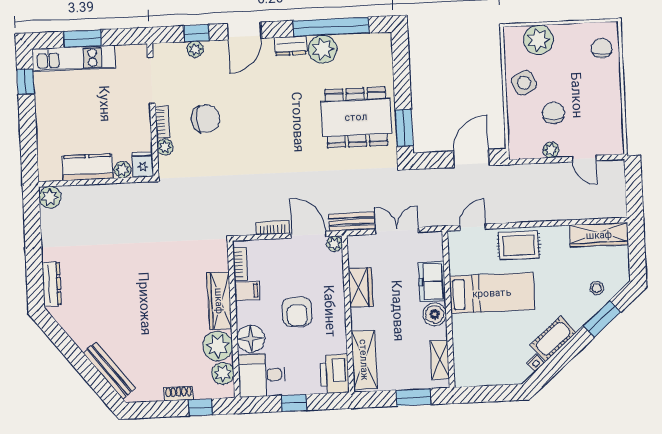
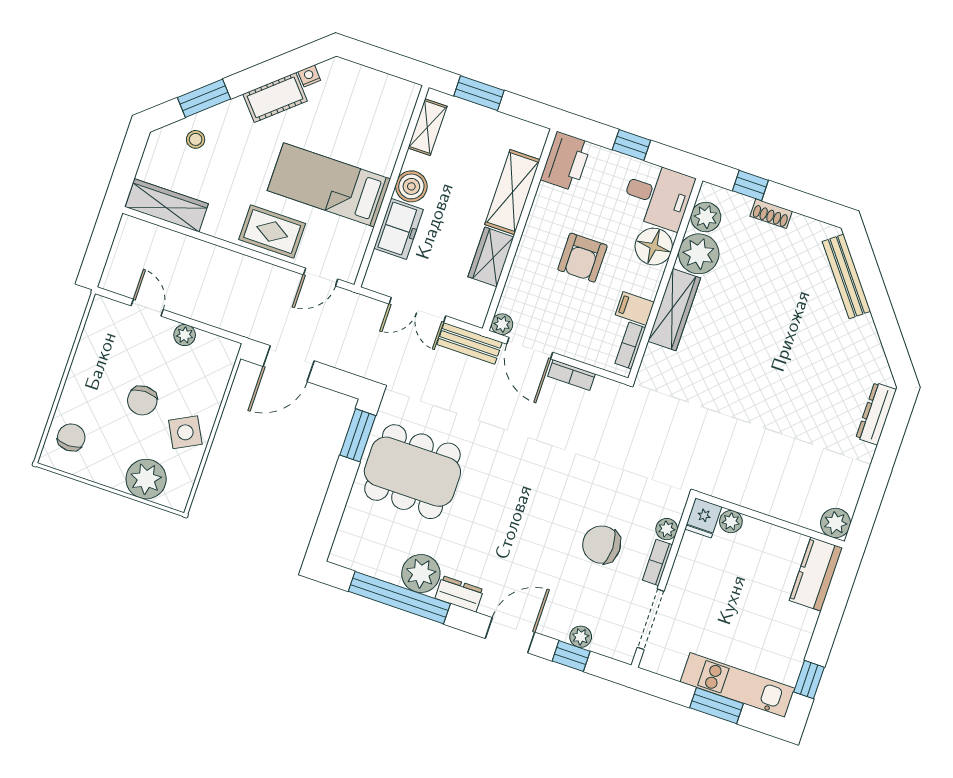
chair: (602, 48) -> (71, 437), turned 180
chair: (553, 113) -> (142, 400), moved
kitchen counter: (88, 167) -> (816, 574), moved, turned 90
armchair: (297, 312) -> (582, 258), turned 180
shelving: (364, 360) -> (512, 192), moved

